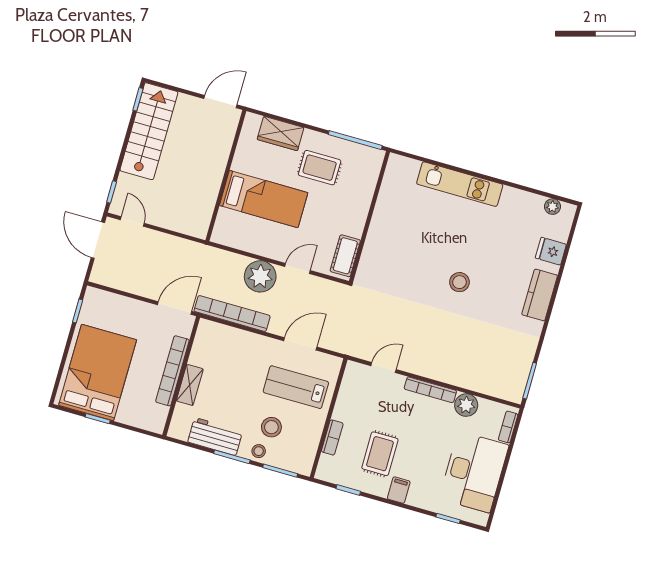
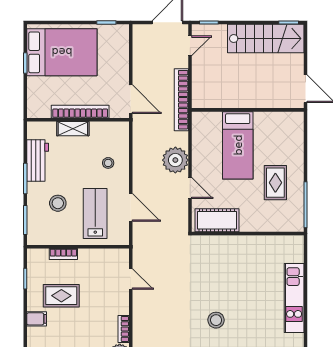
wardrobe: (281, 134) -> (294, 144), removed
cot: (345, 256) -> (217, 220), width x1.37, depth x1.34
bookcase: (232, 313) -> (181, 100), moved, turned 180
bookcase: (430, 390) -> (124, 329), width x0.64
stool: (259, 451) -> (108, 163), moved

